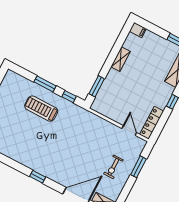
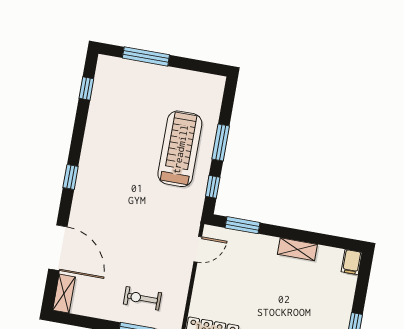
treadmill: (41, 109) -> (180, 149), width x1.37, depth x1.38
door: (129, 131) -> (198, 249), moved
exercise bike: (113, 167) -> (142, 298), moved

